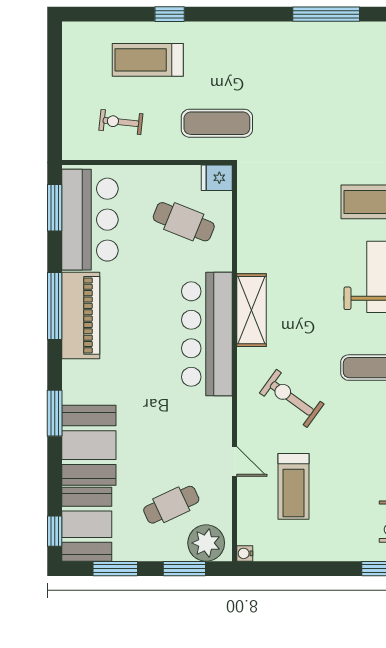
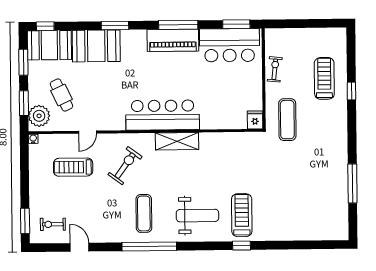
exercise bike: (121, 122) -> (275, 69), moved
cafe table: (184, 222) -> (229, 101), removed

